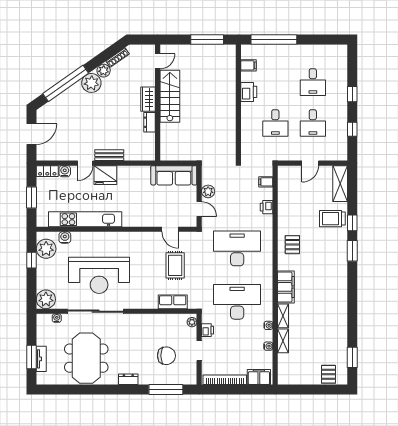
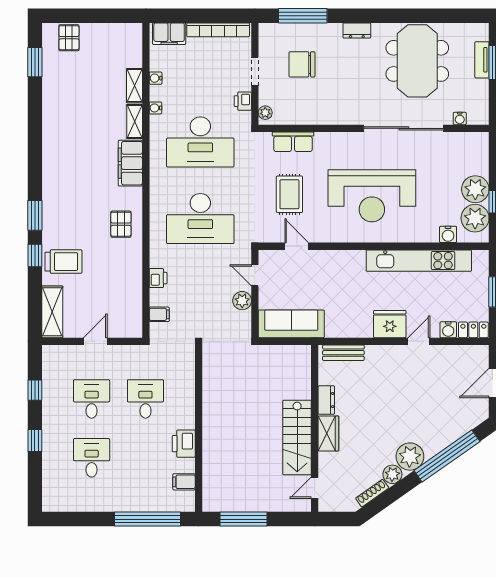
bench: (109, 155) -> (343, 353), moved
reception desk: (99, 275) -> (372, 196), moved, turned 180
plant: (46, 299) -> (475, 189), moved

